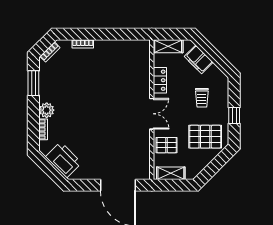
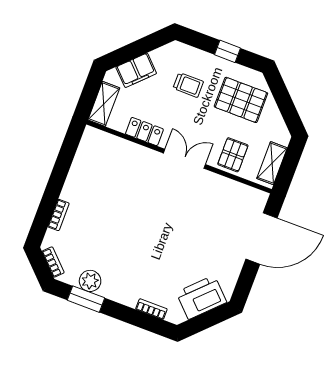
plant: (47, 110) -> (90, 281), moved
pallet: (205, 137) -> (241, 100), turned 90

